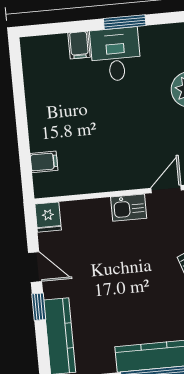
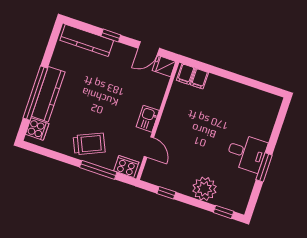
filing cabinet: (79, 45) -> (186, 74), moved, turned -90
door: (35, 267) -> (149, 48), moved

